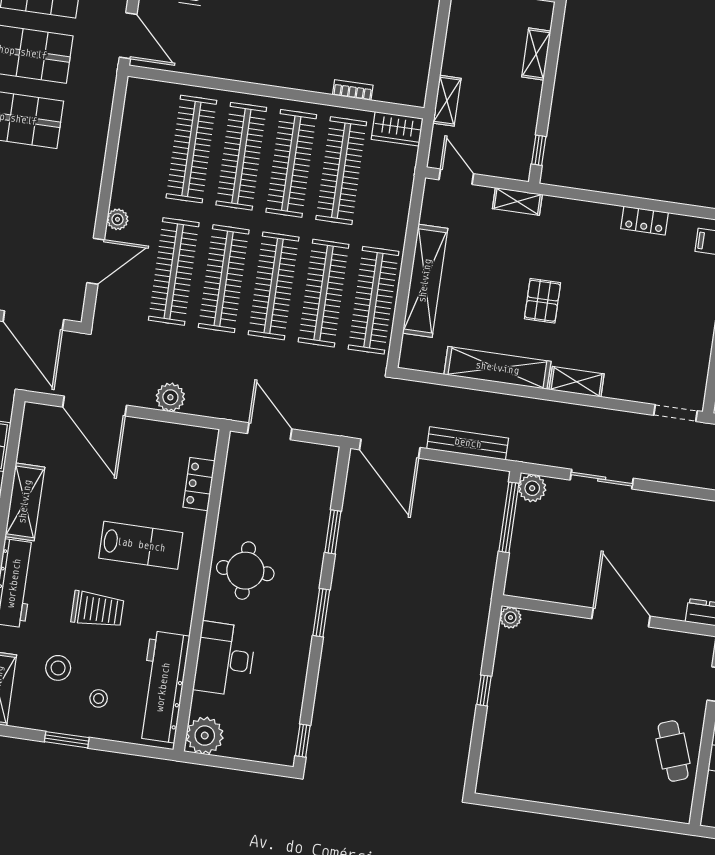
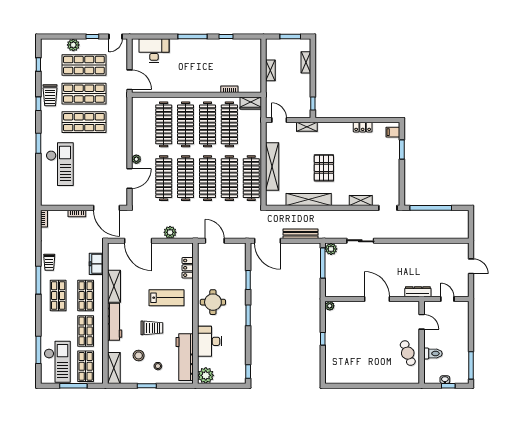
shelving: (447, 101) -> (270, 70), moved
pallet: (543, 301) -> (324, 168), width x1.50, depth x1.42
shelving: (577, 382) -> (361, 201), moved

